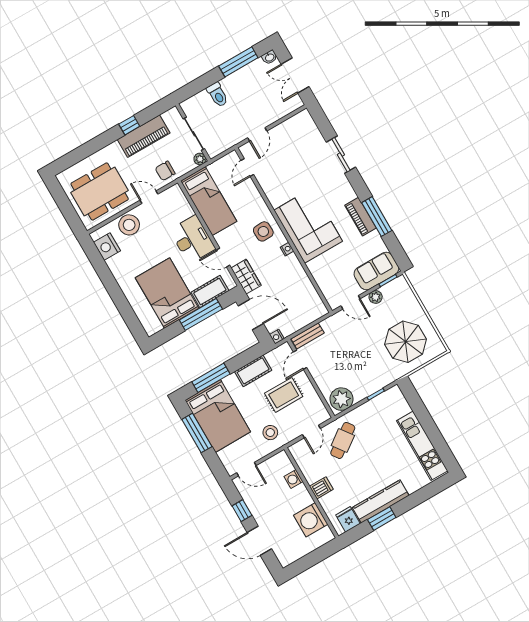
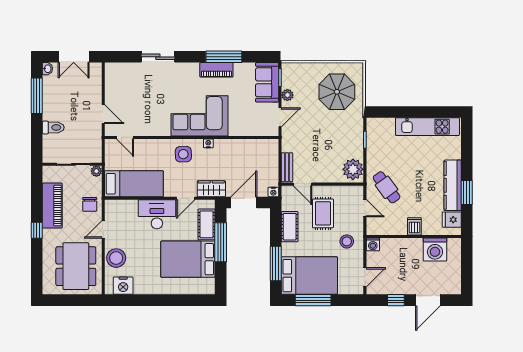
window: (129, 125) -> (37, 230), moved
washing machine: (293, 479) -> (373, 244), moved

